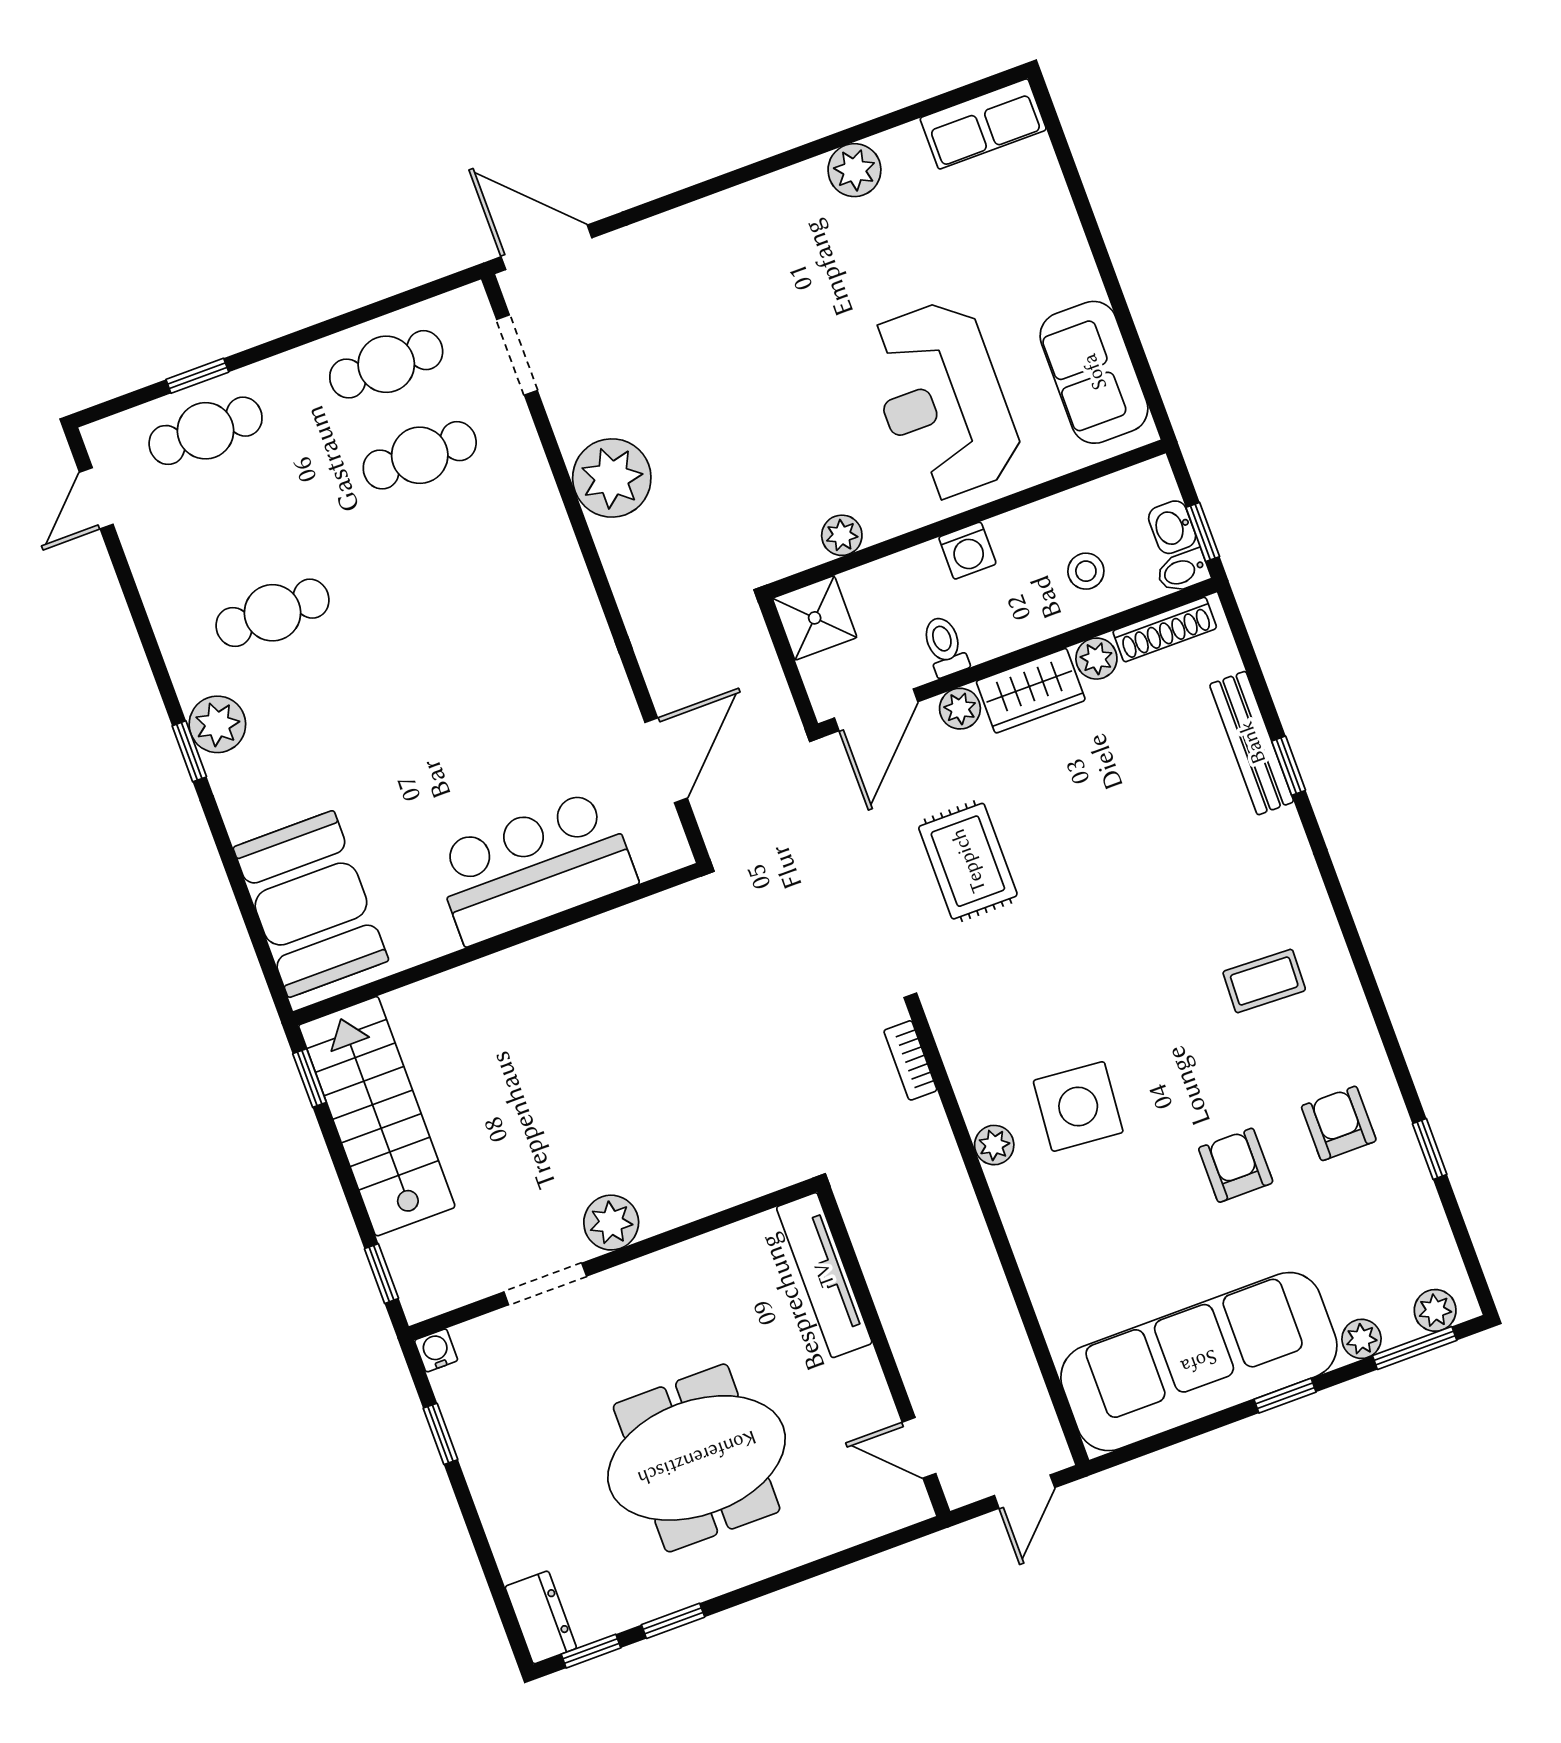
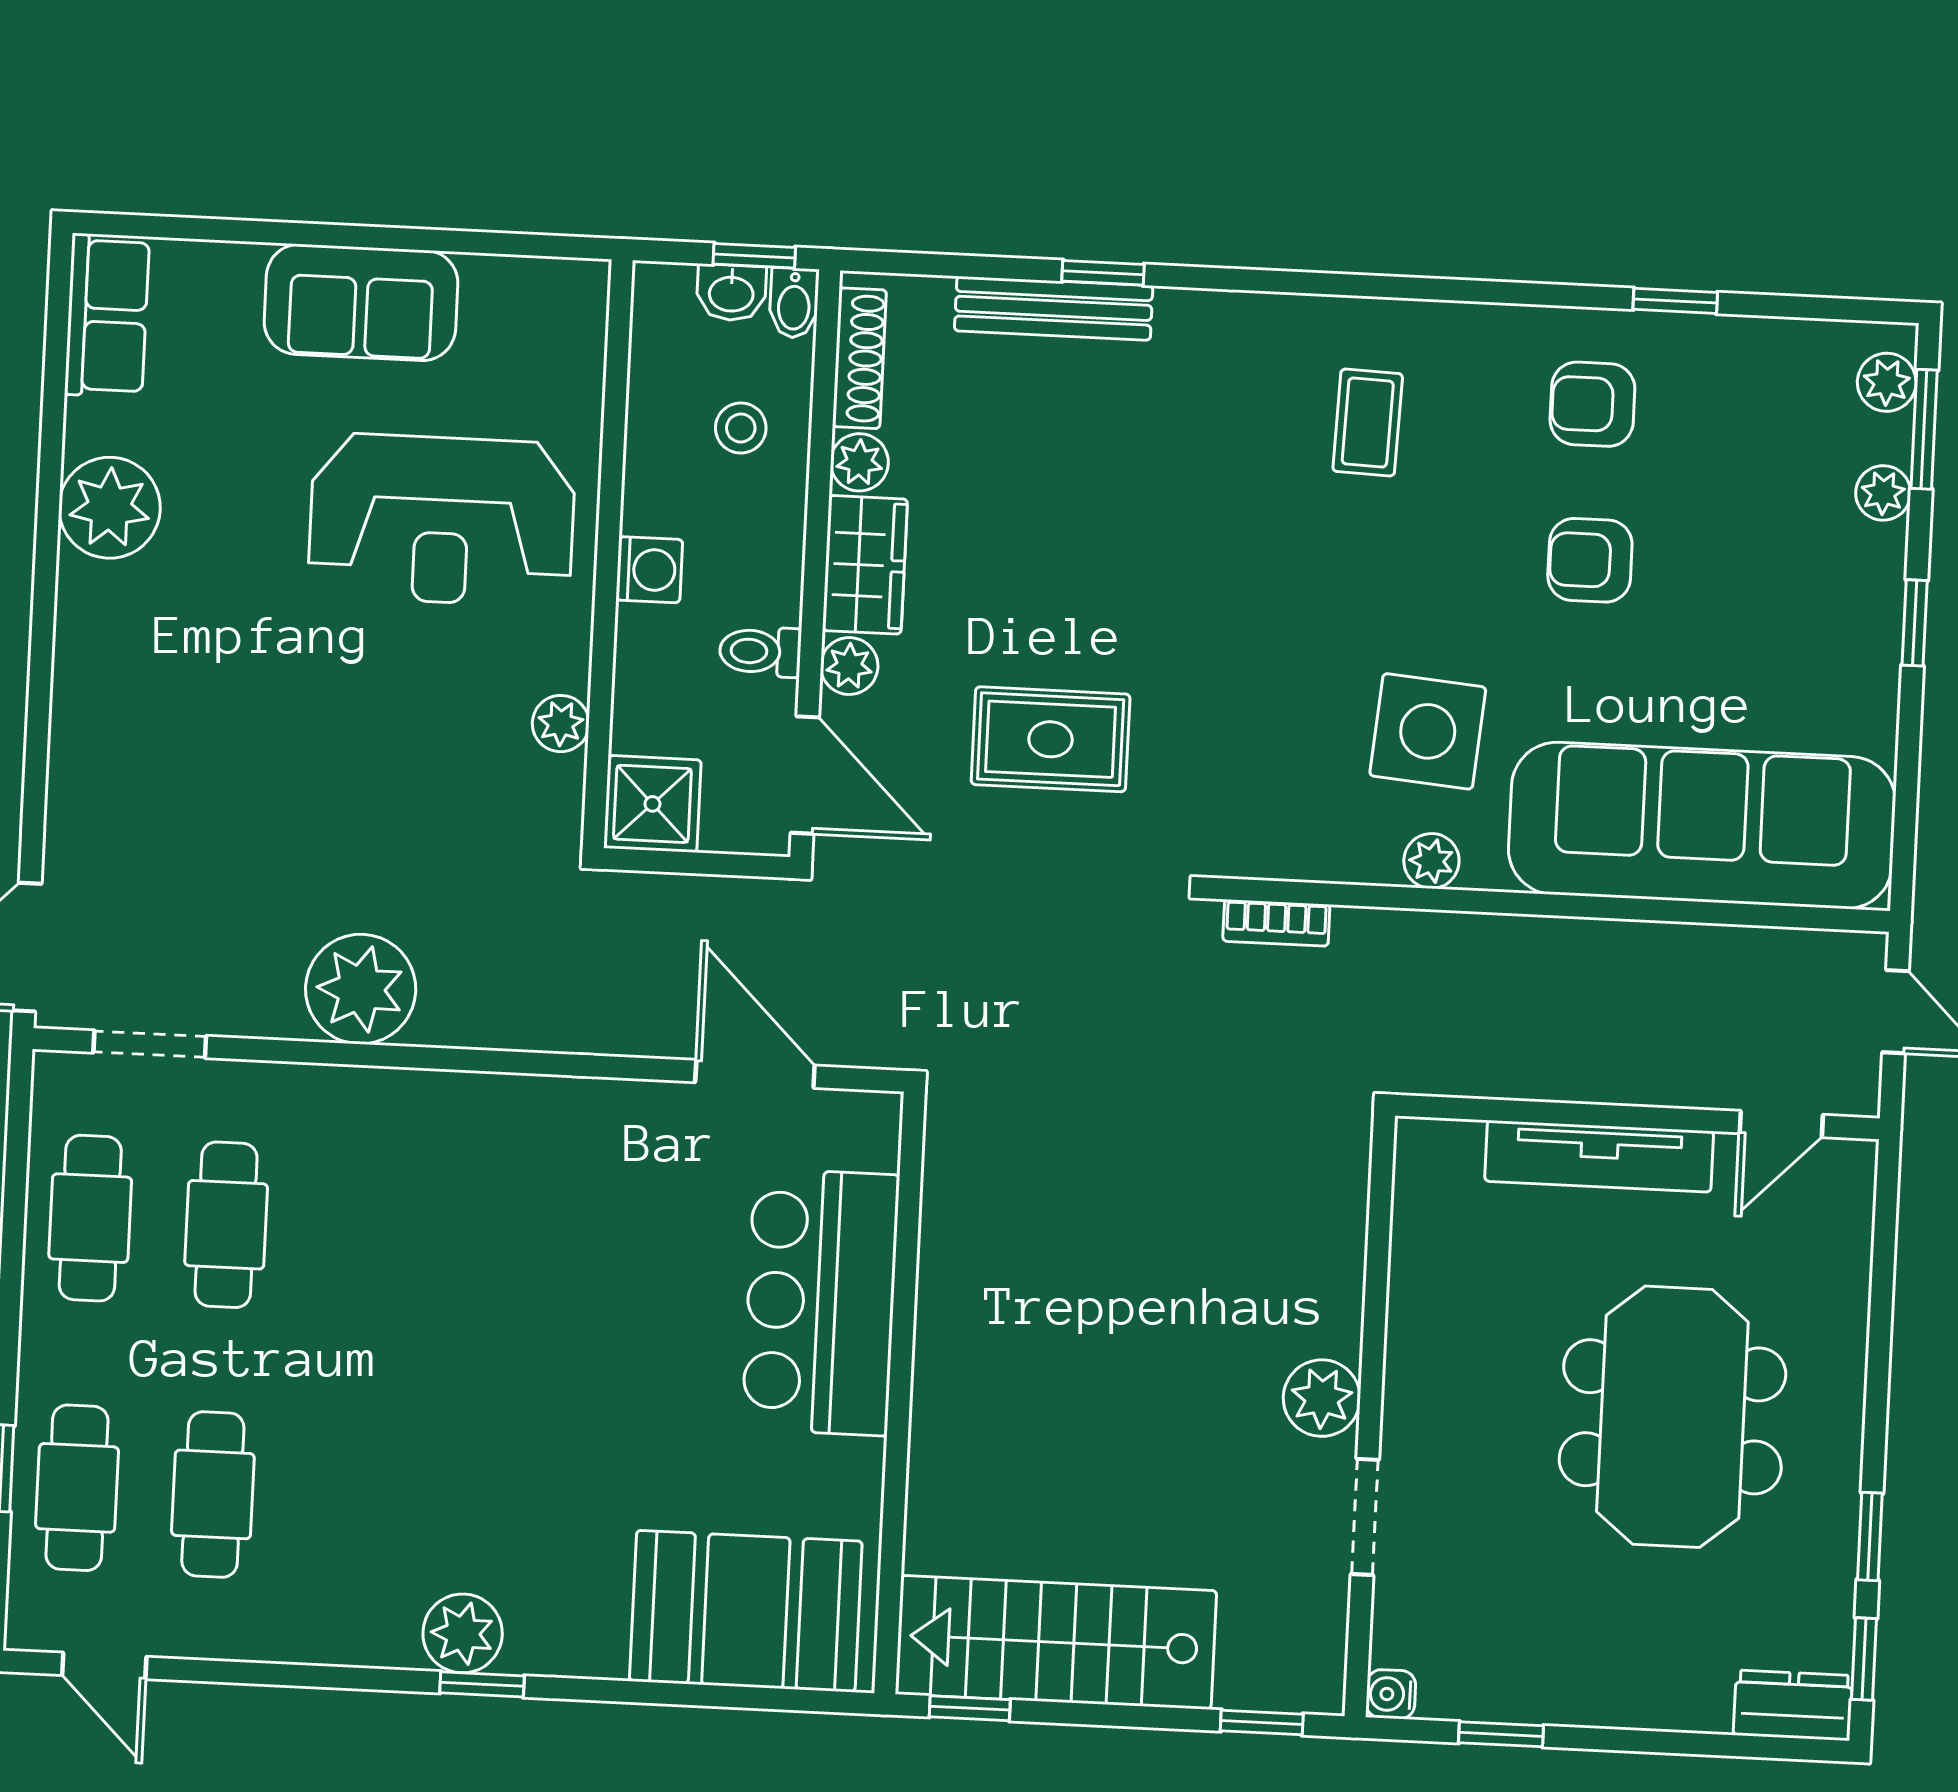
plant: (854, 170) -> (110, 508), width x1.36, depth x1.36
sofa: (1094, 372) -> (361, 302), moved
cafe table: (273, 613) -> (213, 1494), moved
tv unit: (824, 1275) -> (1599, 1156), moved
sofa: (1199, 1362) -> (1702, 825), moved, turned 90

